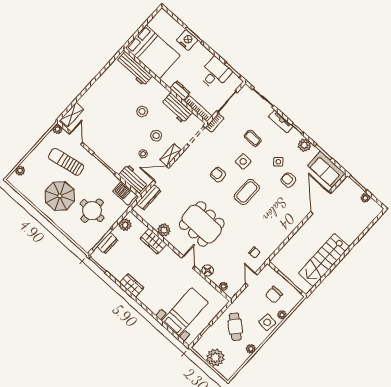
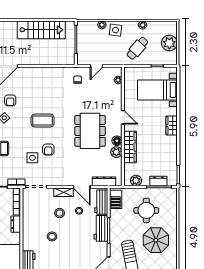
workbench: (177, 108) -> (101, 228), moved, turned 180
side table: (243, 161) -> (32, 158), moved
wardrobe: (153, 241) -> (130, 147), width x1.50
door: (188, 262) -> (123, 117), swing flipped
floor lamp: (208, 270) -> (117, 141), moved
wardrobe: (132, 285) -> (172, 126), moved
chair: (274, 295) -> (94, 42), removed

